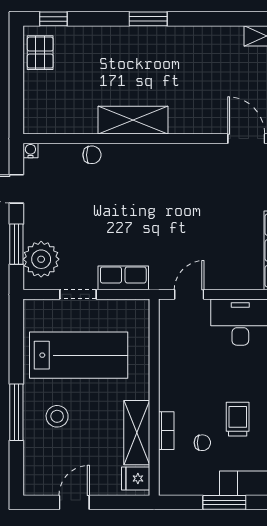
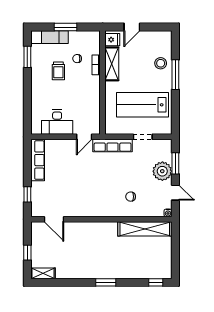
pallet: (40, 53) -> (163, 265), removed
shelving: (133, 120) -> (145, 229), moved, width x1.47
chair: (92, 155) -> (131, 197), moved
plant: (41, 259) -> (162, 171), moved
row of seats: (123, 278) -> (113, 146), width x1.48
stool: (57, 416) -> (161, 63), moved
door: (74, 502) -> (132, 27), moved

